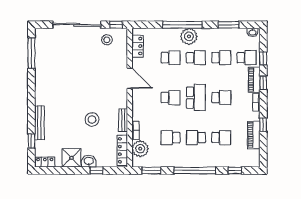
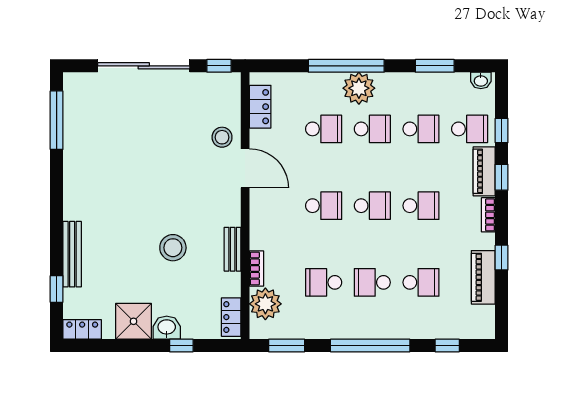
stool: (107, 40) -> (222, 137), moved
school desk: (196, 98) -> (372, 206), width x0.54
locker: (122, 150) -> (231, 317), width x0.66

